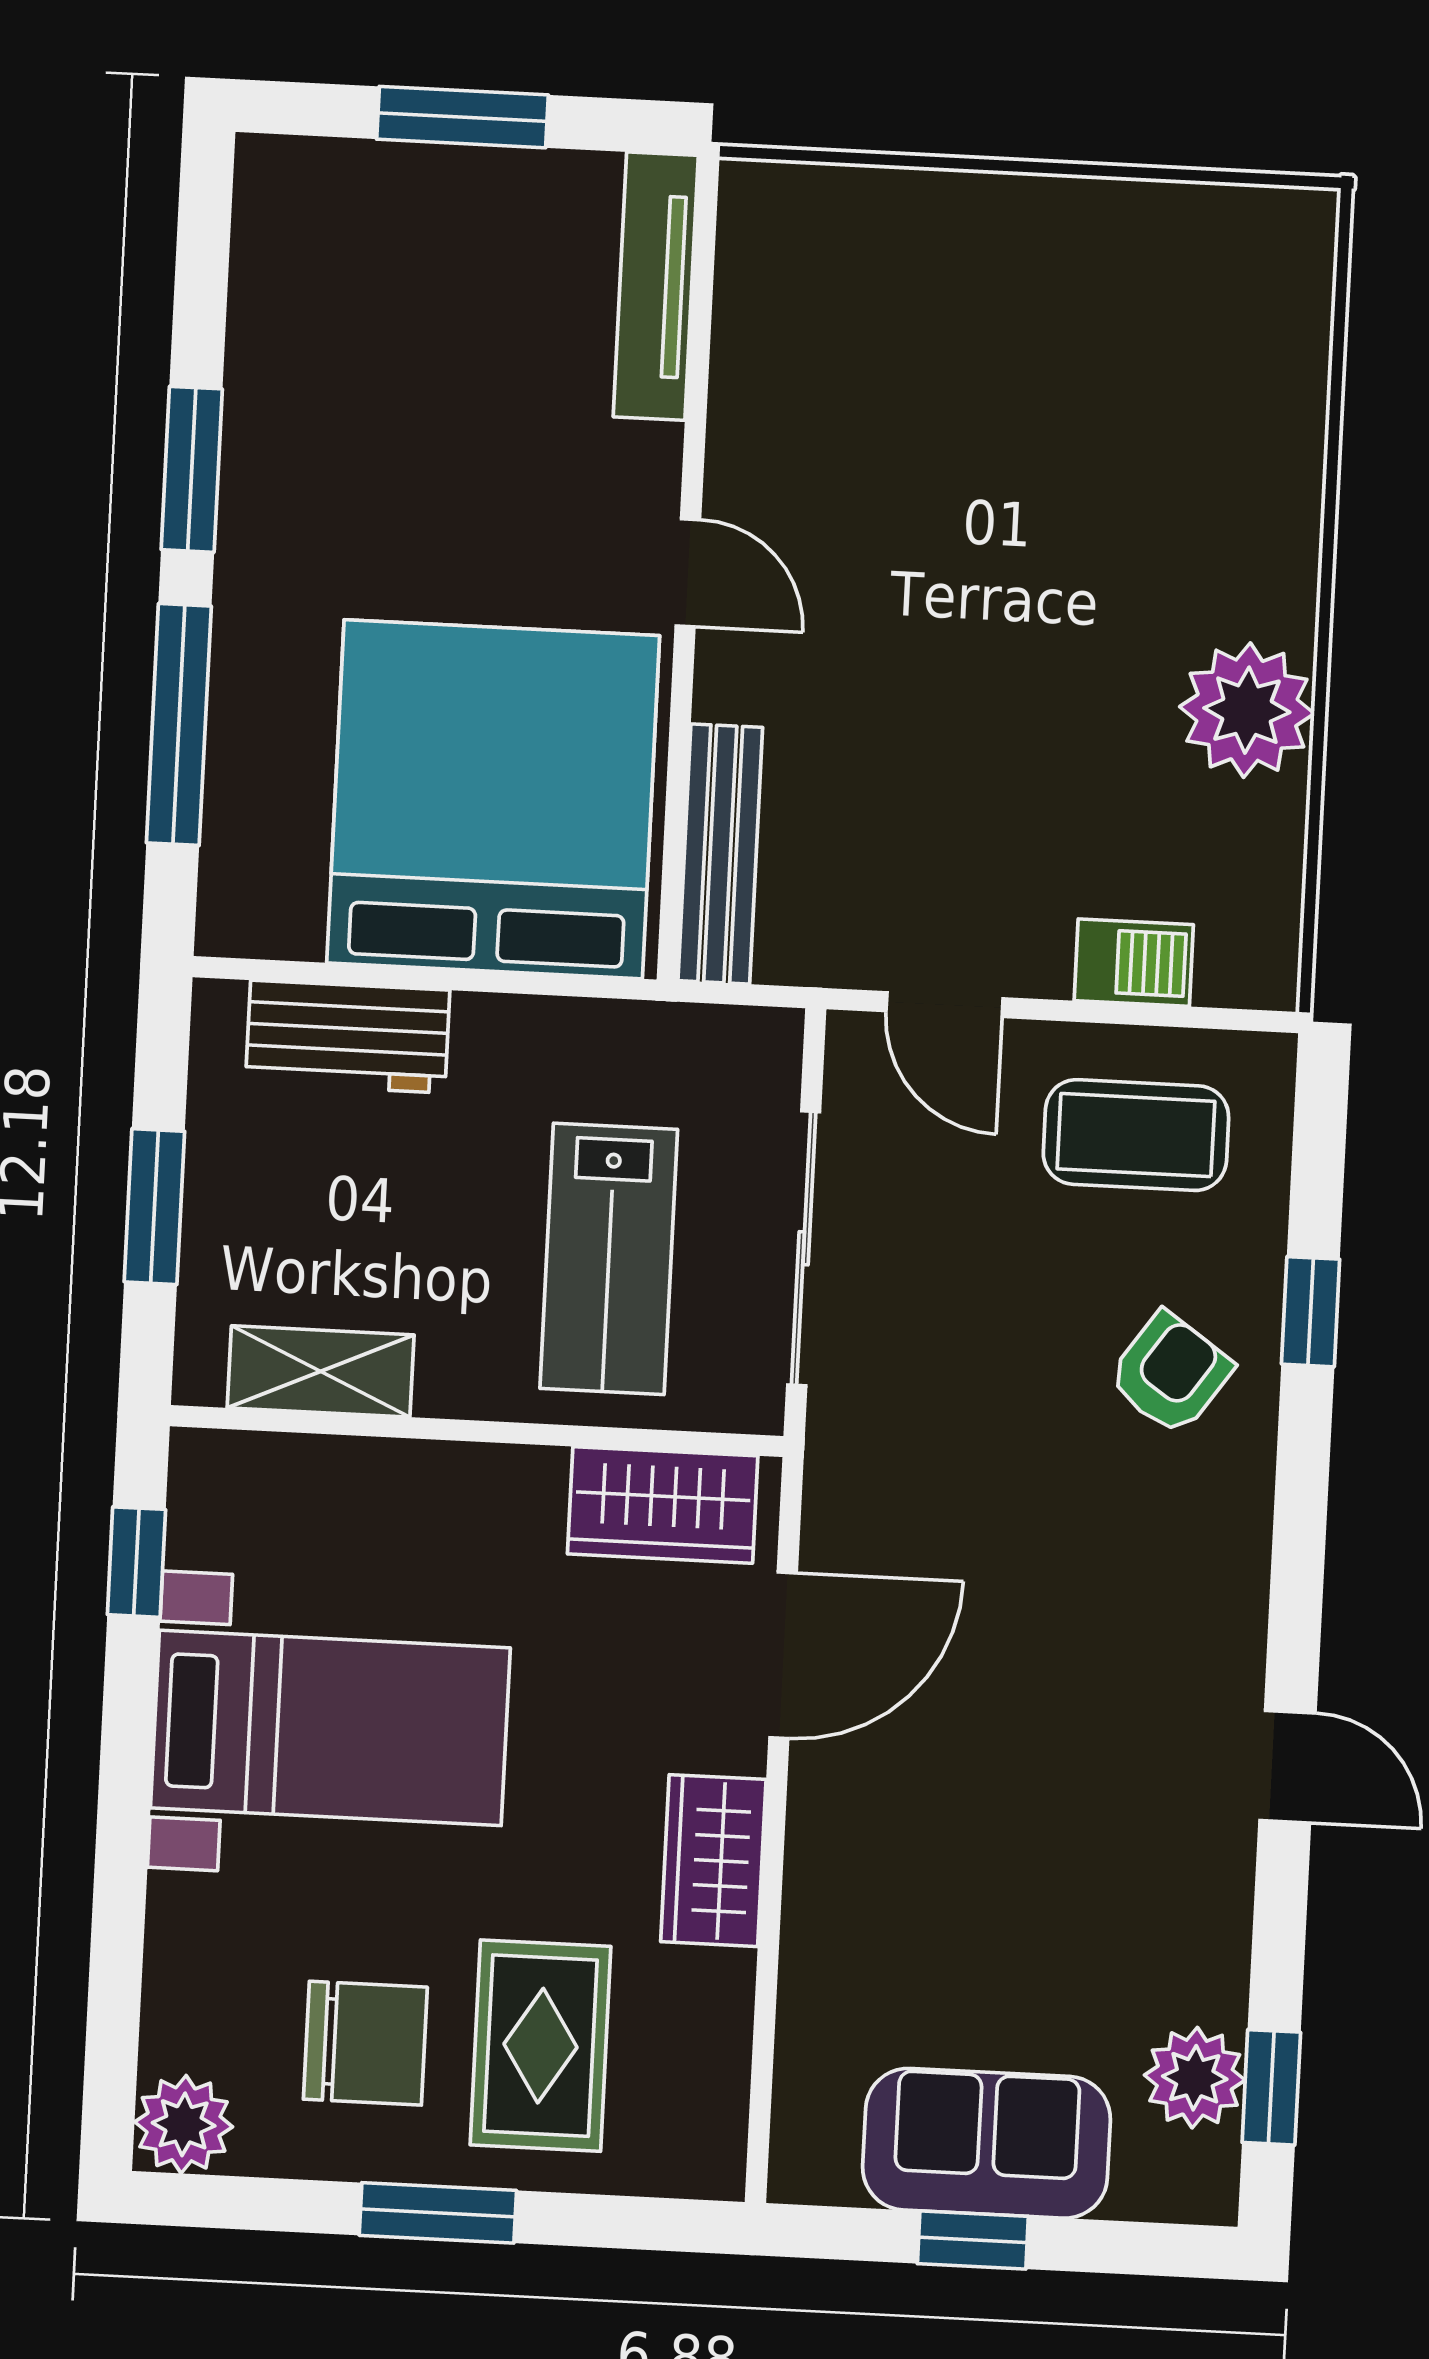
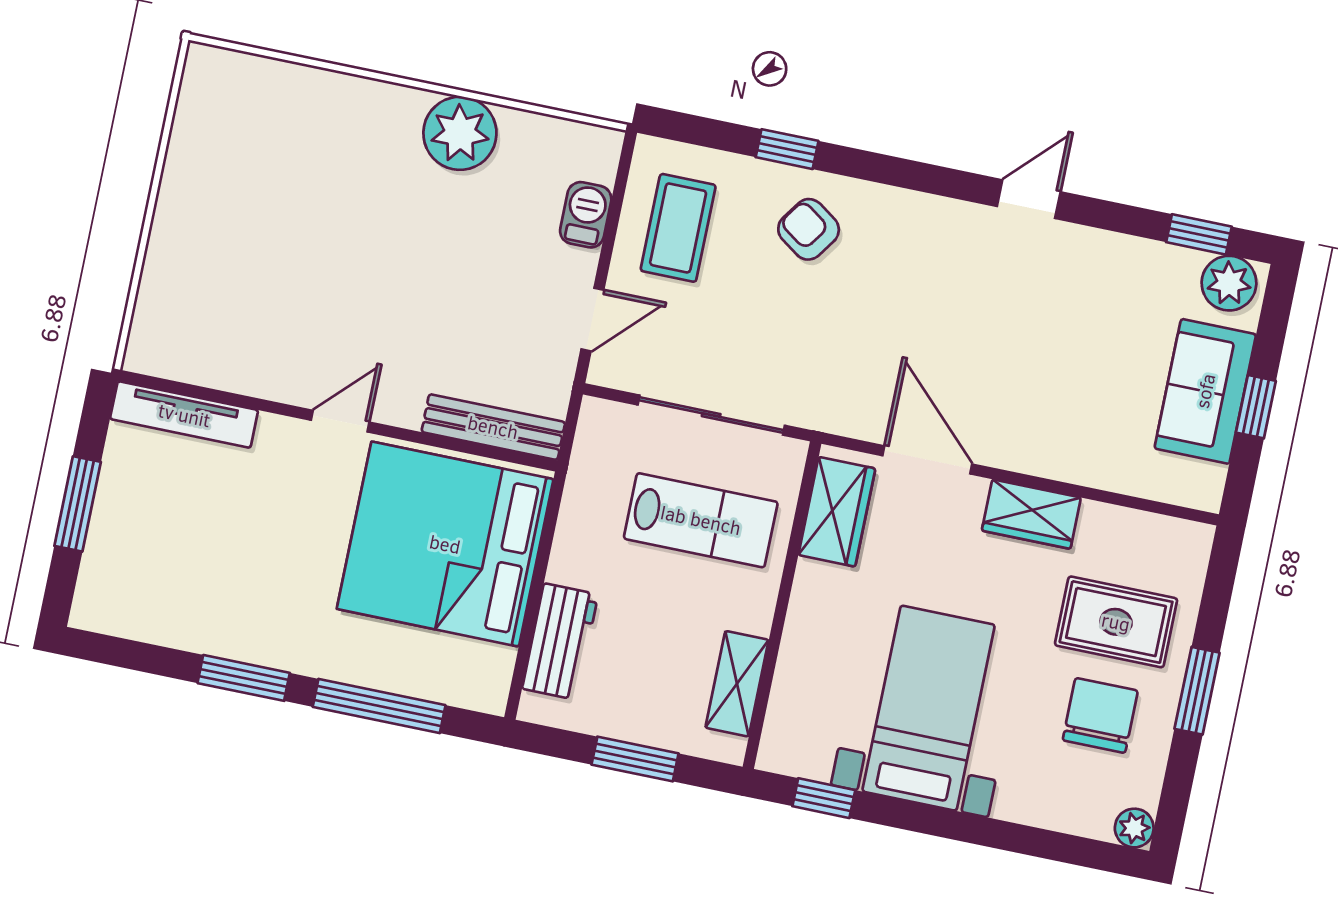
plant: (1195, 2078) -> (1229, 283), moved
plant: (184, 2124) -> (1134, 828), width x0.73, depth x0.73

